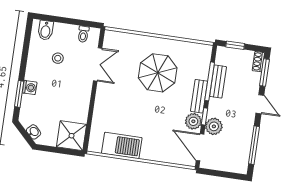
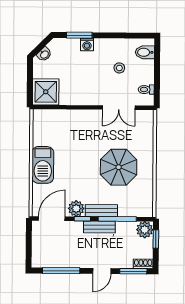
bench: (218, 81) -> (99, 227), moved
plant: (214, 126) -> (145, 230), moved
barbecue: (122, 145) -> (43, 165), moved

